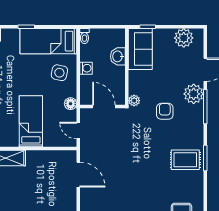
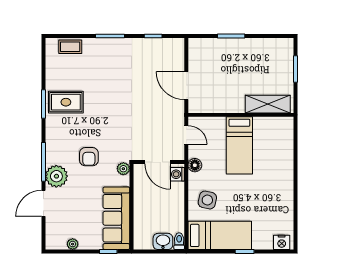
plant: (184, 38) -> (73, 244), width x0.53, depth x0.53
sofa: (140, 49) -> (116, 218), width x1.36
washbasin: (118, 56) -> (163, 241), moved, turned -90
washing machine: (86, 68) -> (177, 174), moved

